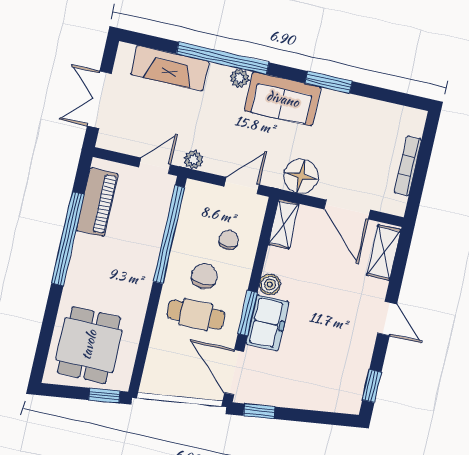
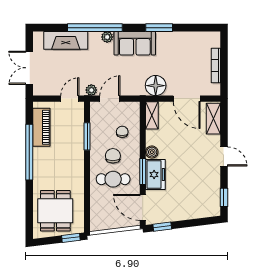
door: (242, 186) -> (110, 99), moved
window: (169, 234) -> (87, 136), width x0.47

